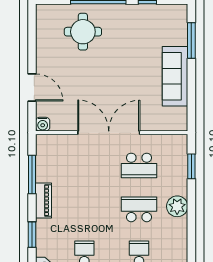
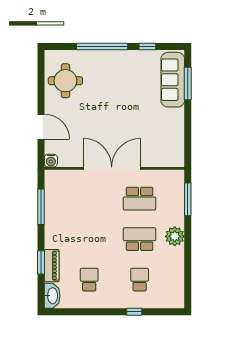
round table: (83, 32) -> (65, 81), moved
sofa: (175, 76) -> (173, 80), moved
window: (191, 166) -> (188, 199), width x1.44
piano: (44, 200) -> (52, 266), moved

